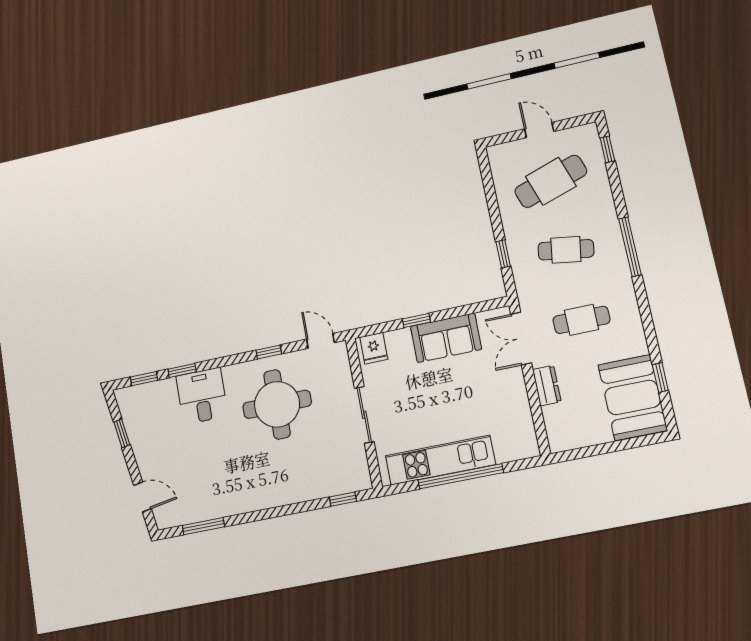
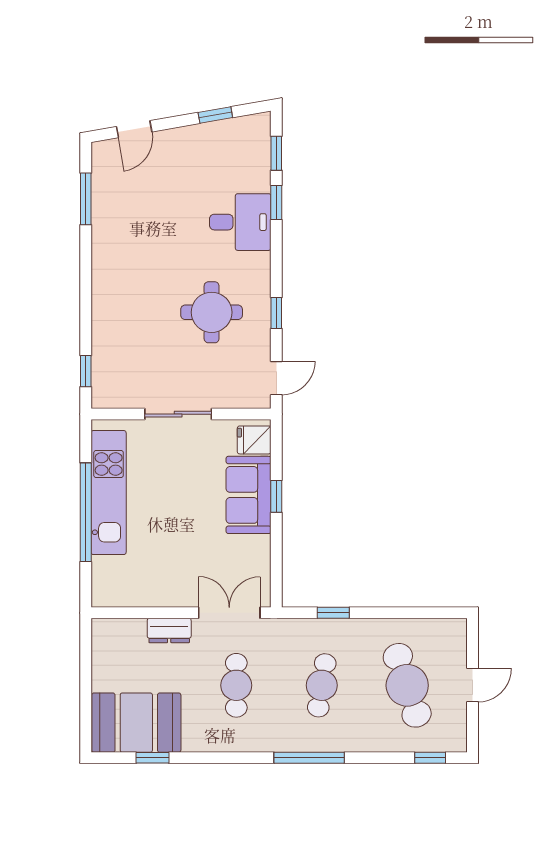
sofa: (446, 338) -> (249, 495), moved
round table: (277, 404) -> (212, 312), width x0.73, depth x0.73

